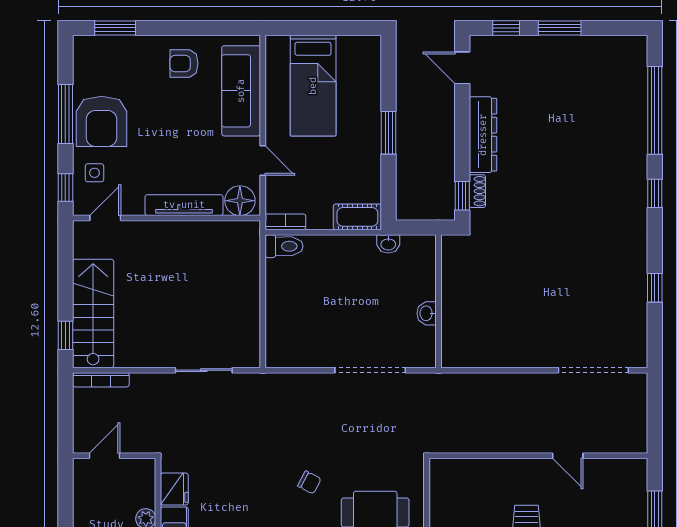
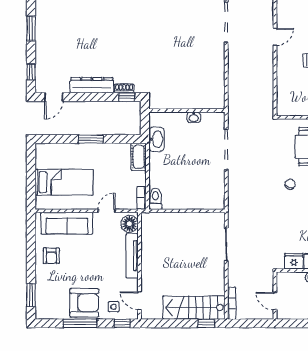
window: (560, 28) -> (31, 29), moved
washbasin: (388, 244) -> (156, 139), width x1.91, depth x1.45

